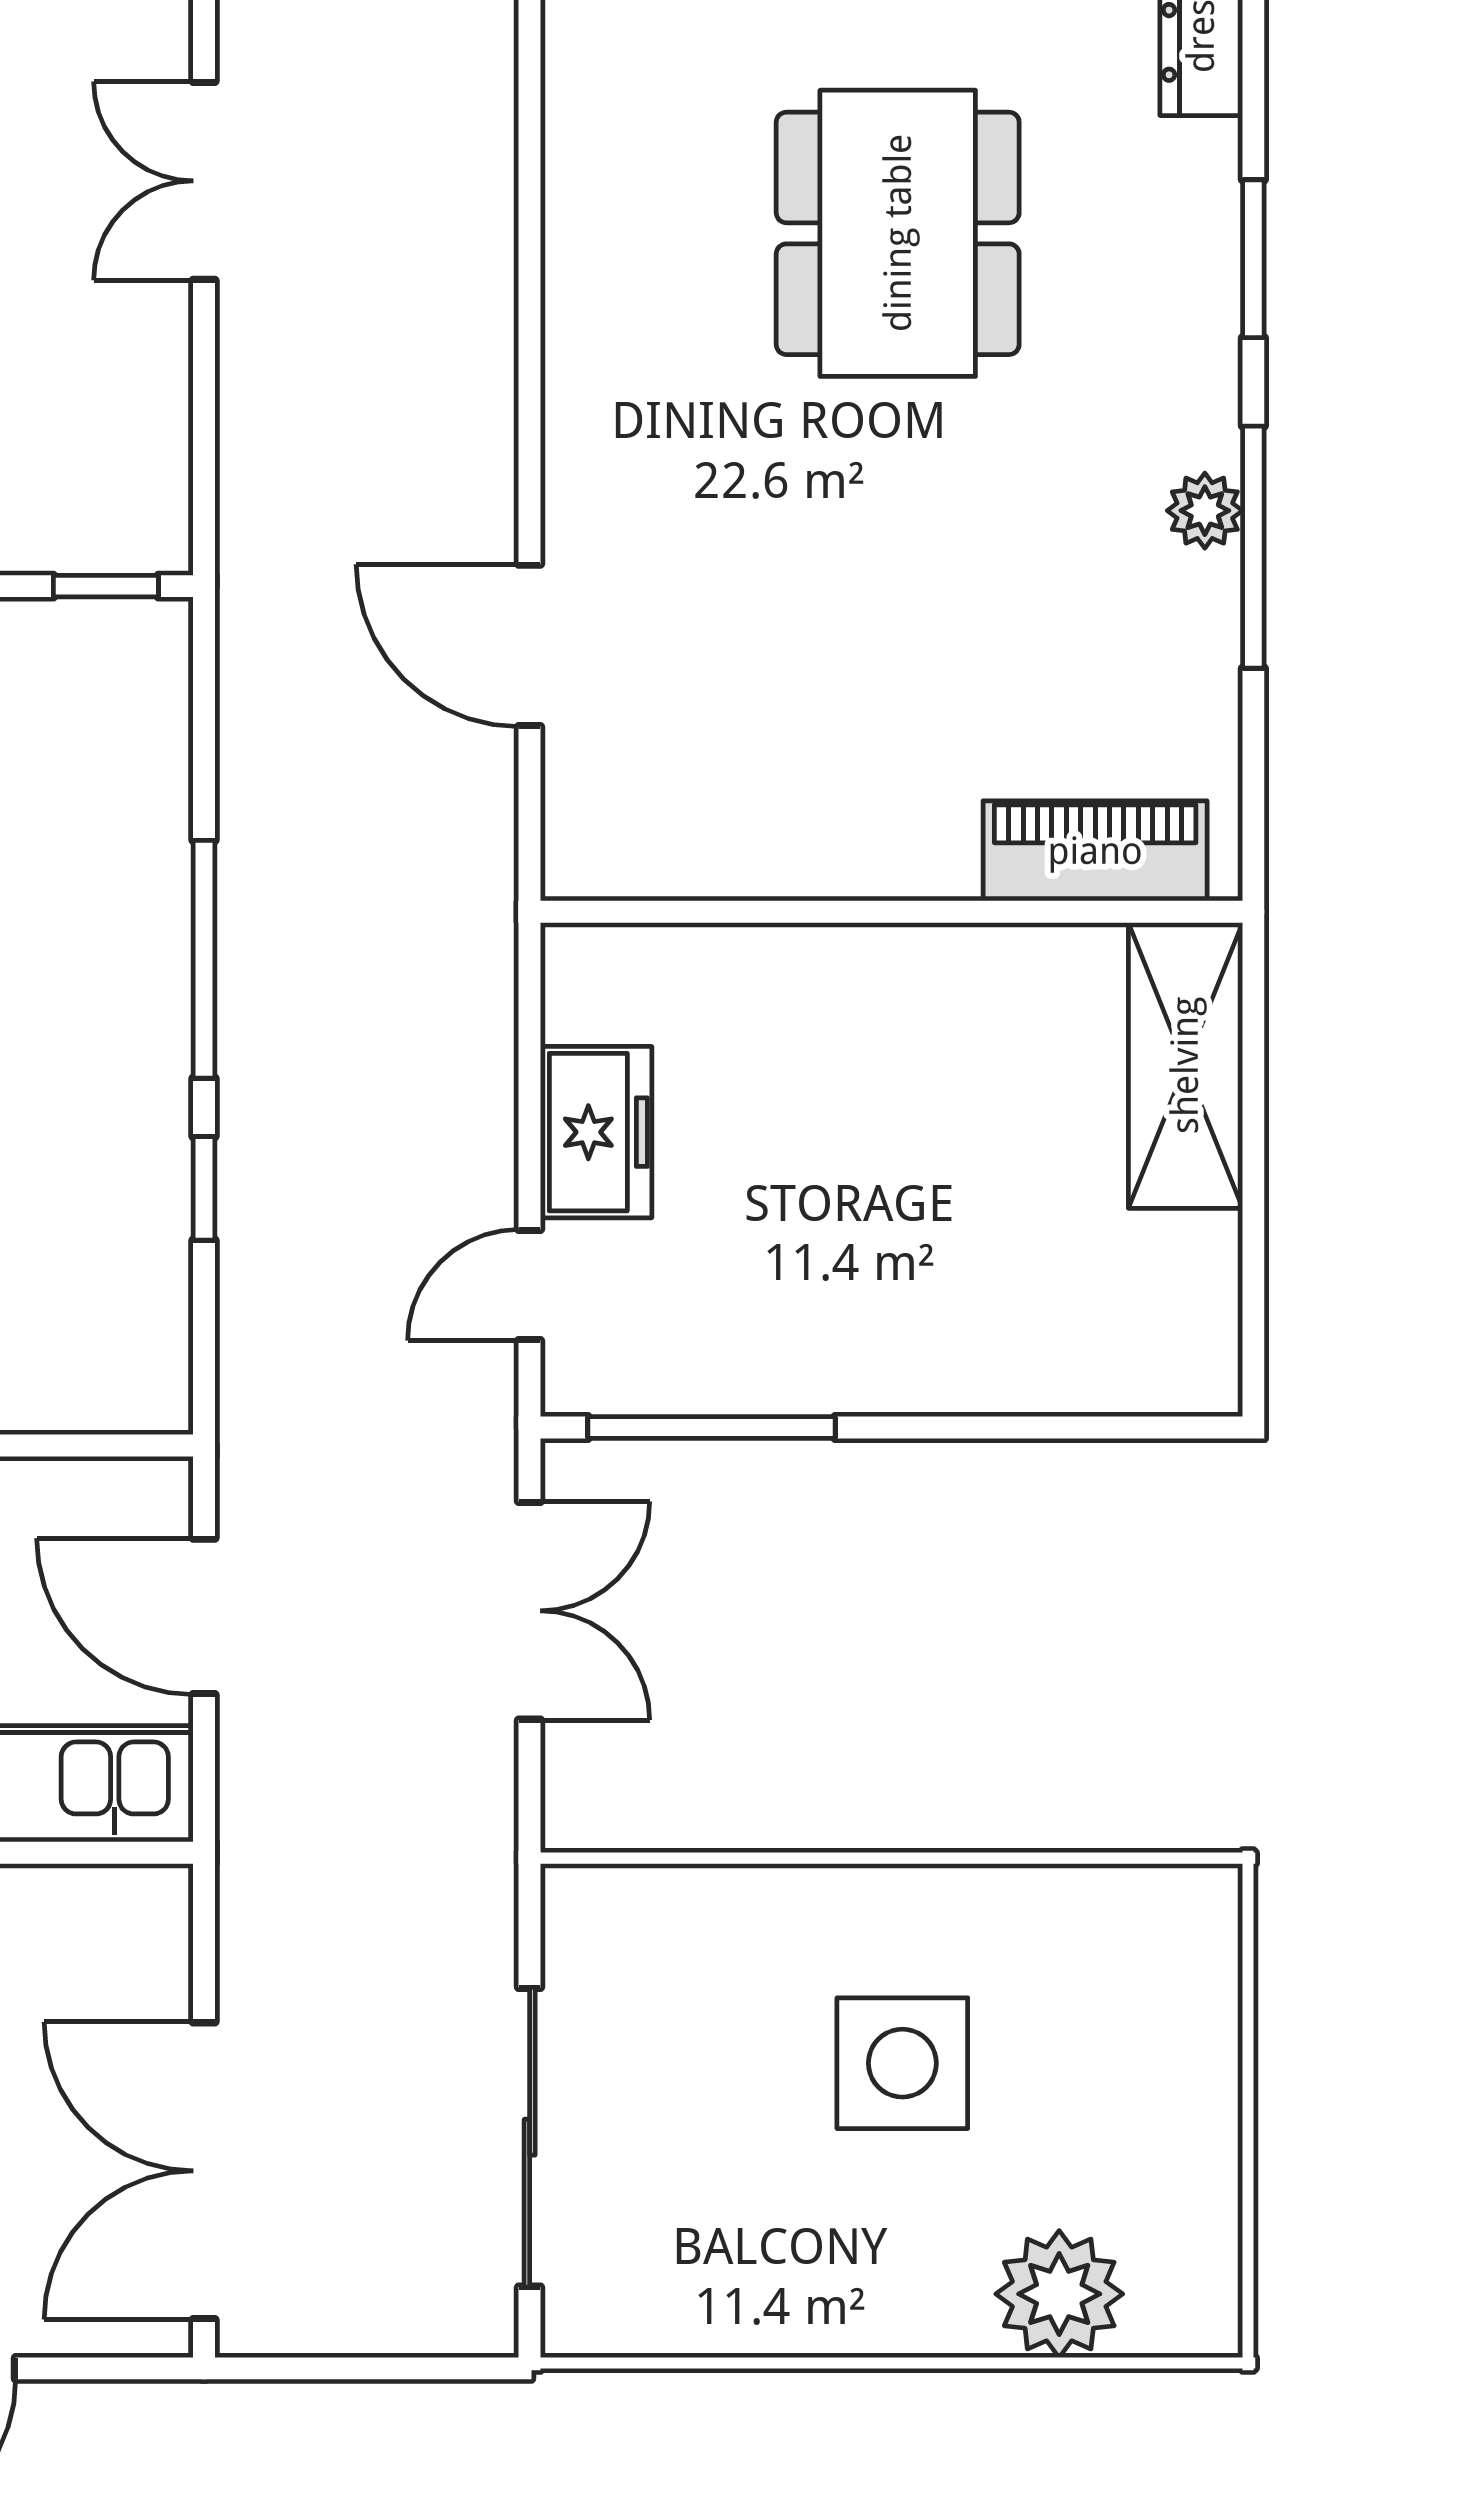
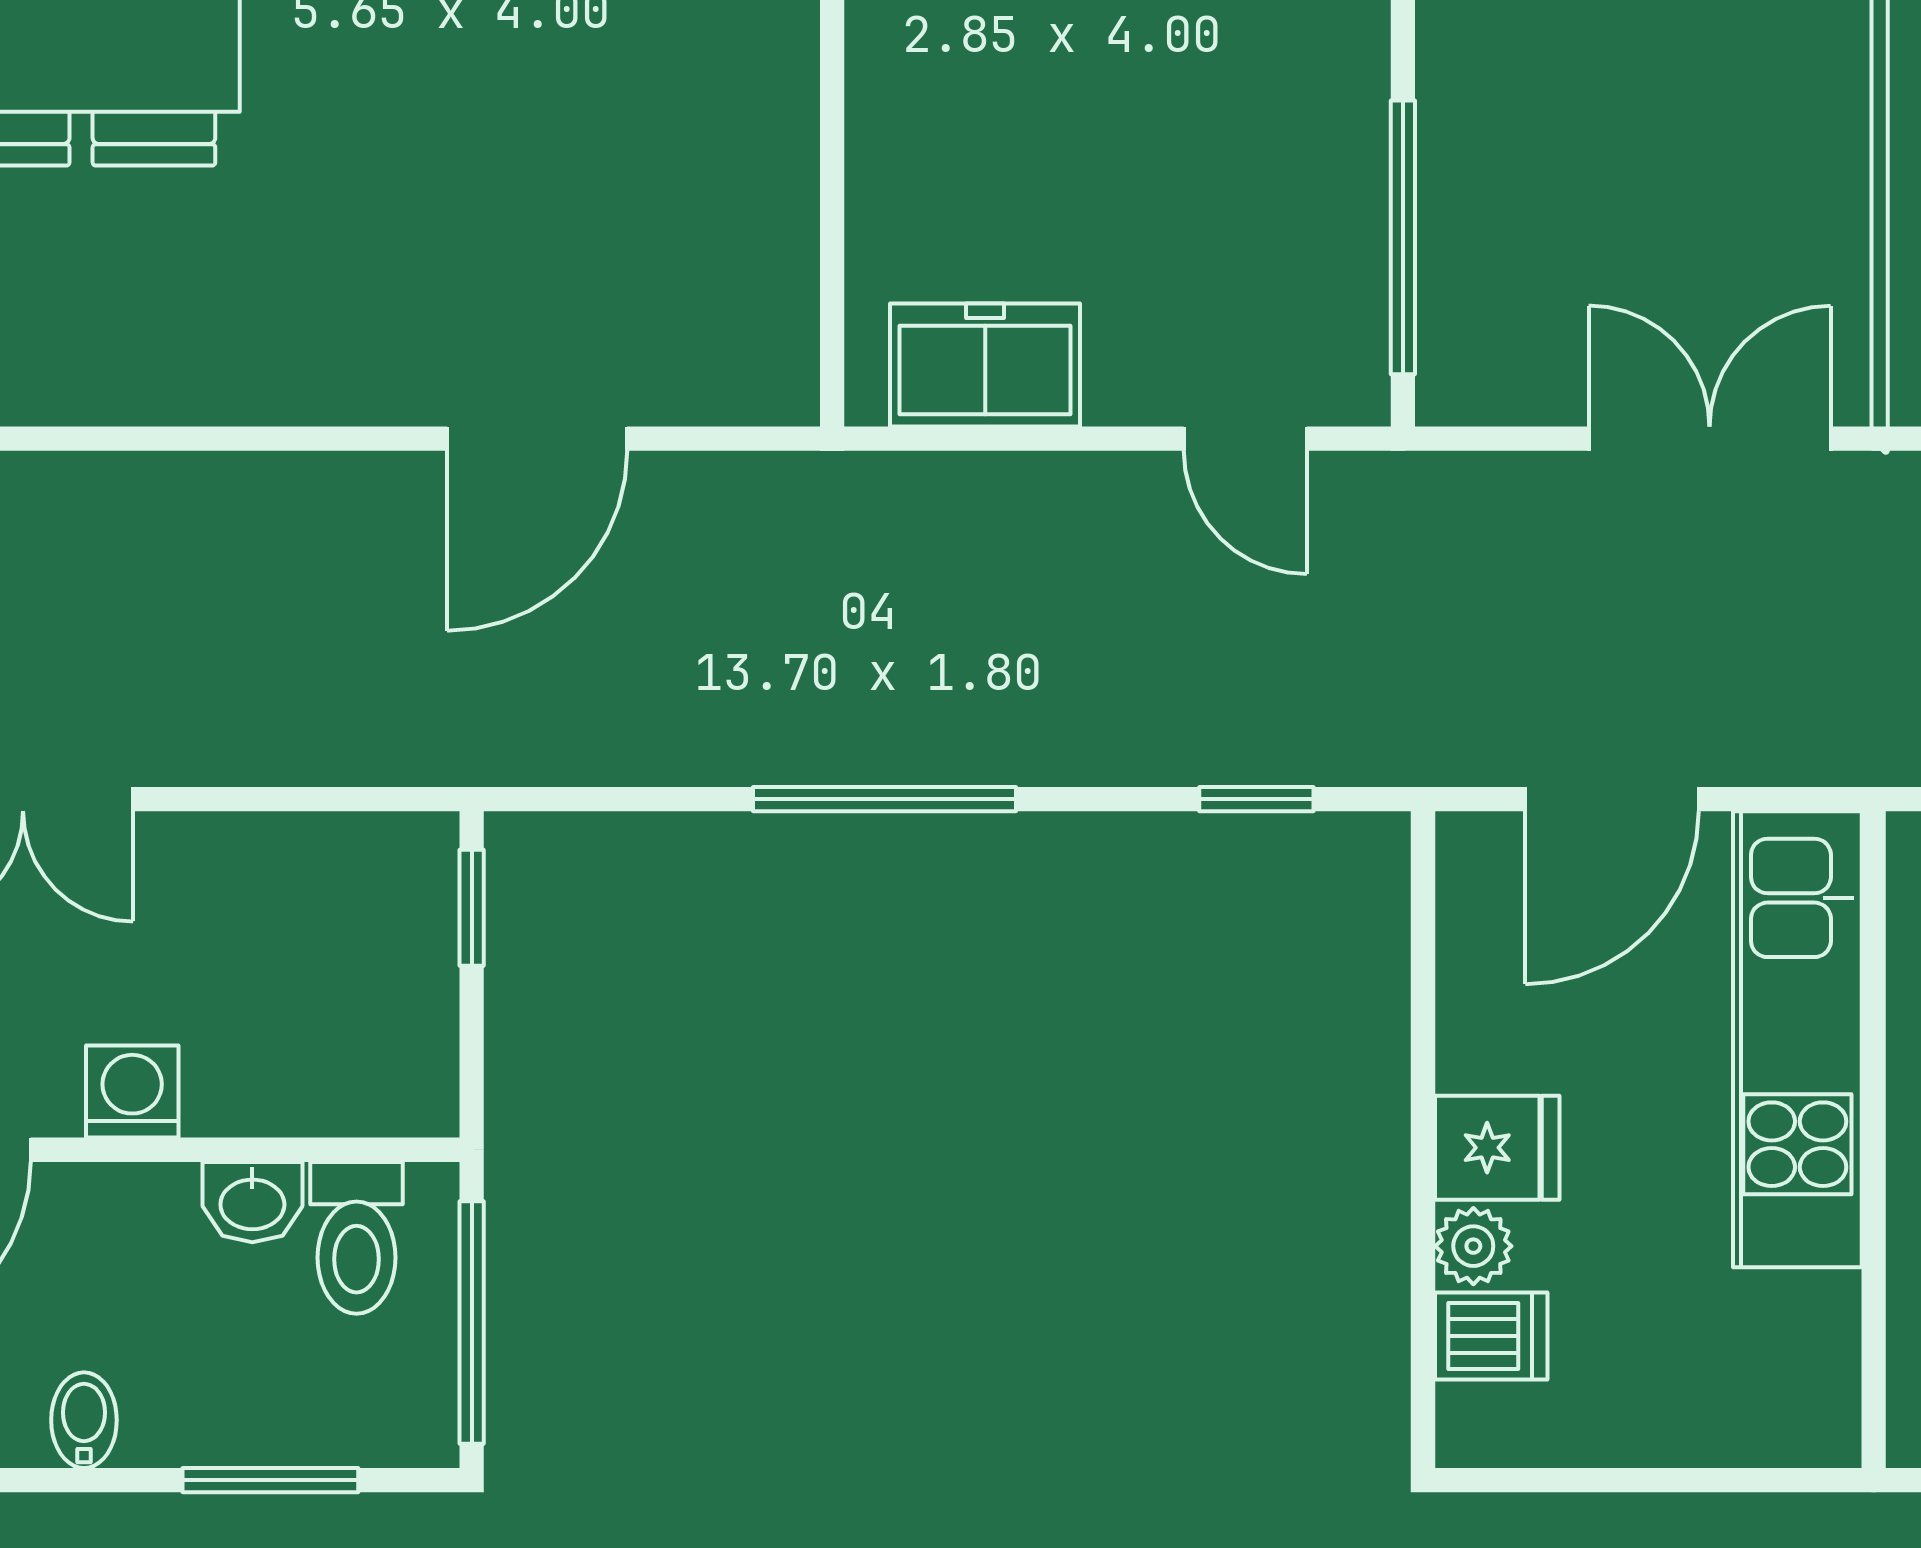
freezer: (596, 1132) -> (985, 365), moved
window: (204, 1188) -> (1256, 799), moved
double door: (530, 1611) -> (1710, 439), moved

